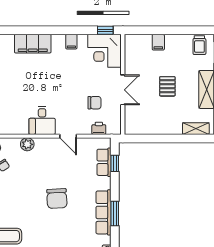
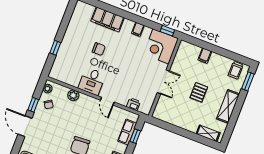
chair: (94, 103) -> (99, 49), moved

